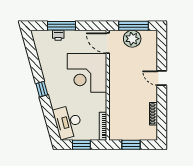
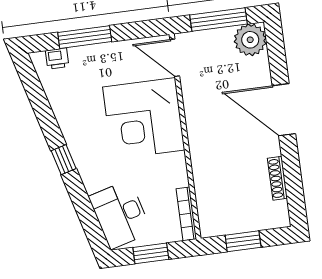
printer: (58, 35) -> (57, 59), moved
plant: (132, 39) -> (250, 40), moved
door: (162, 78) -> (284, 110), width x1.87

